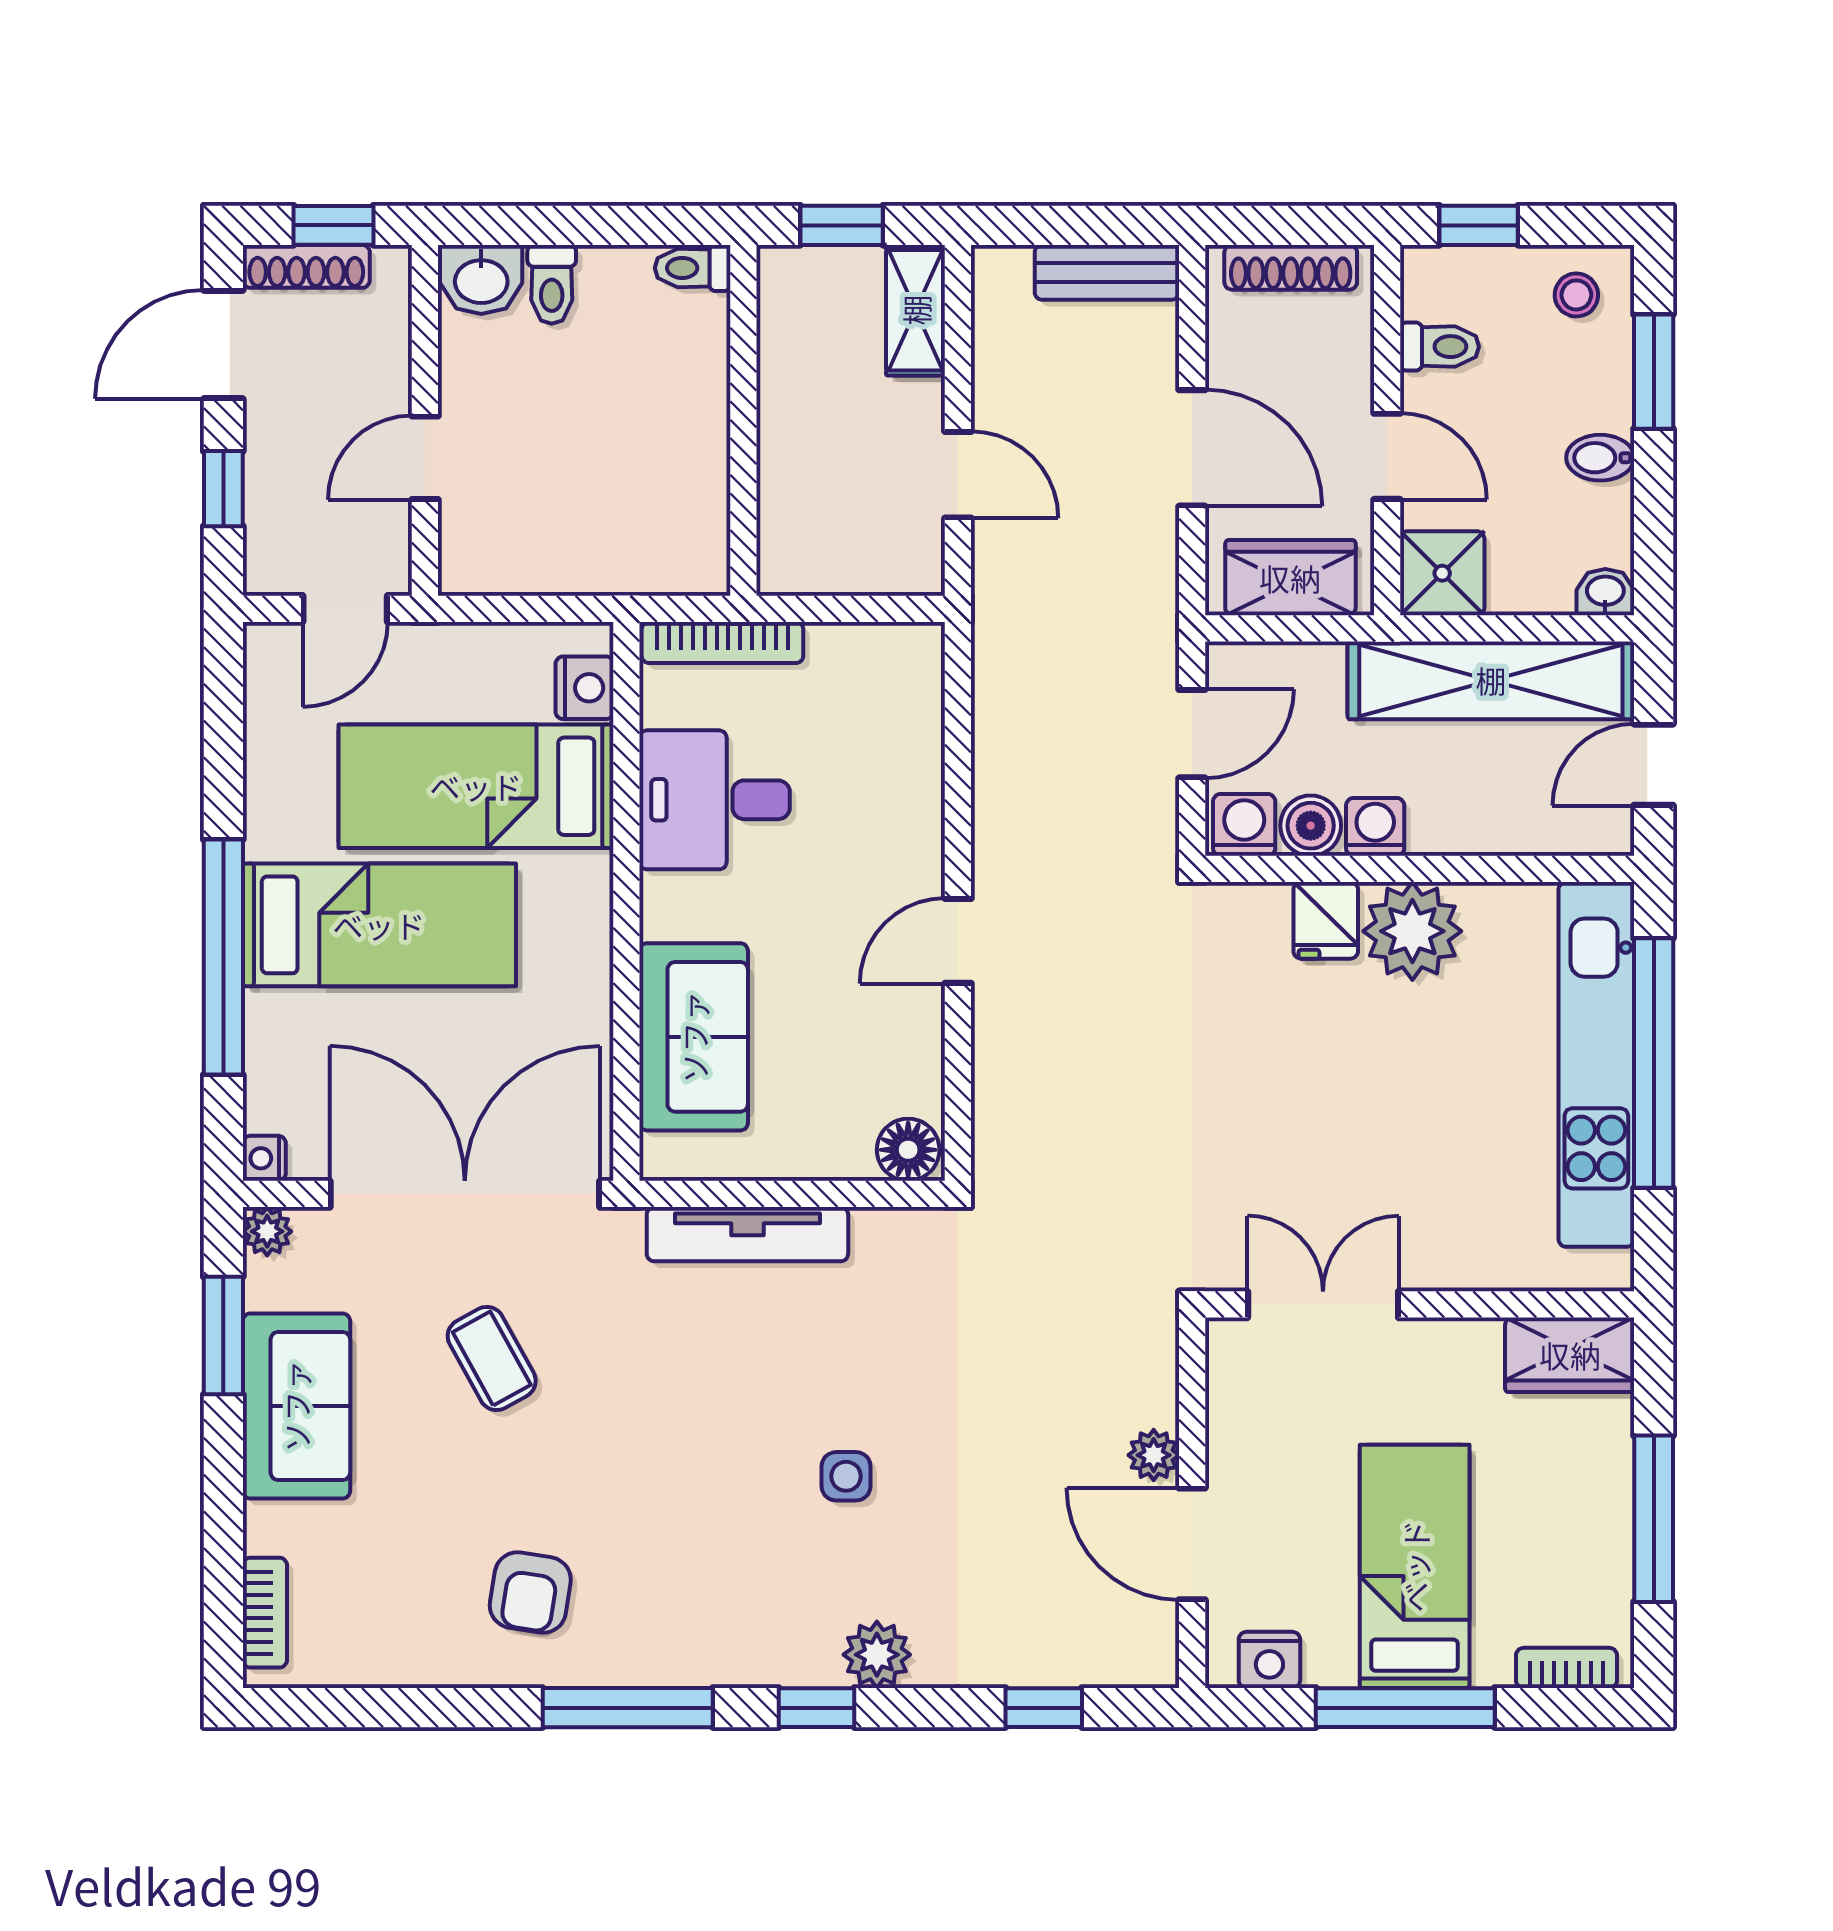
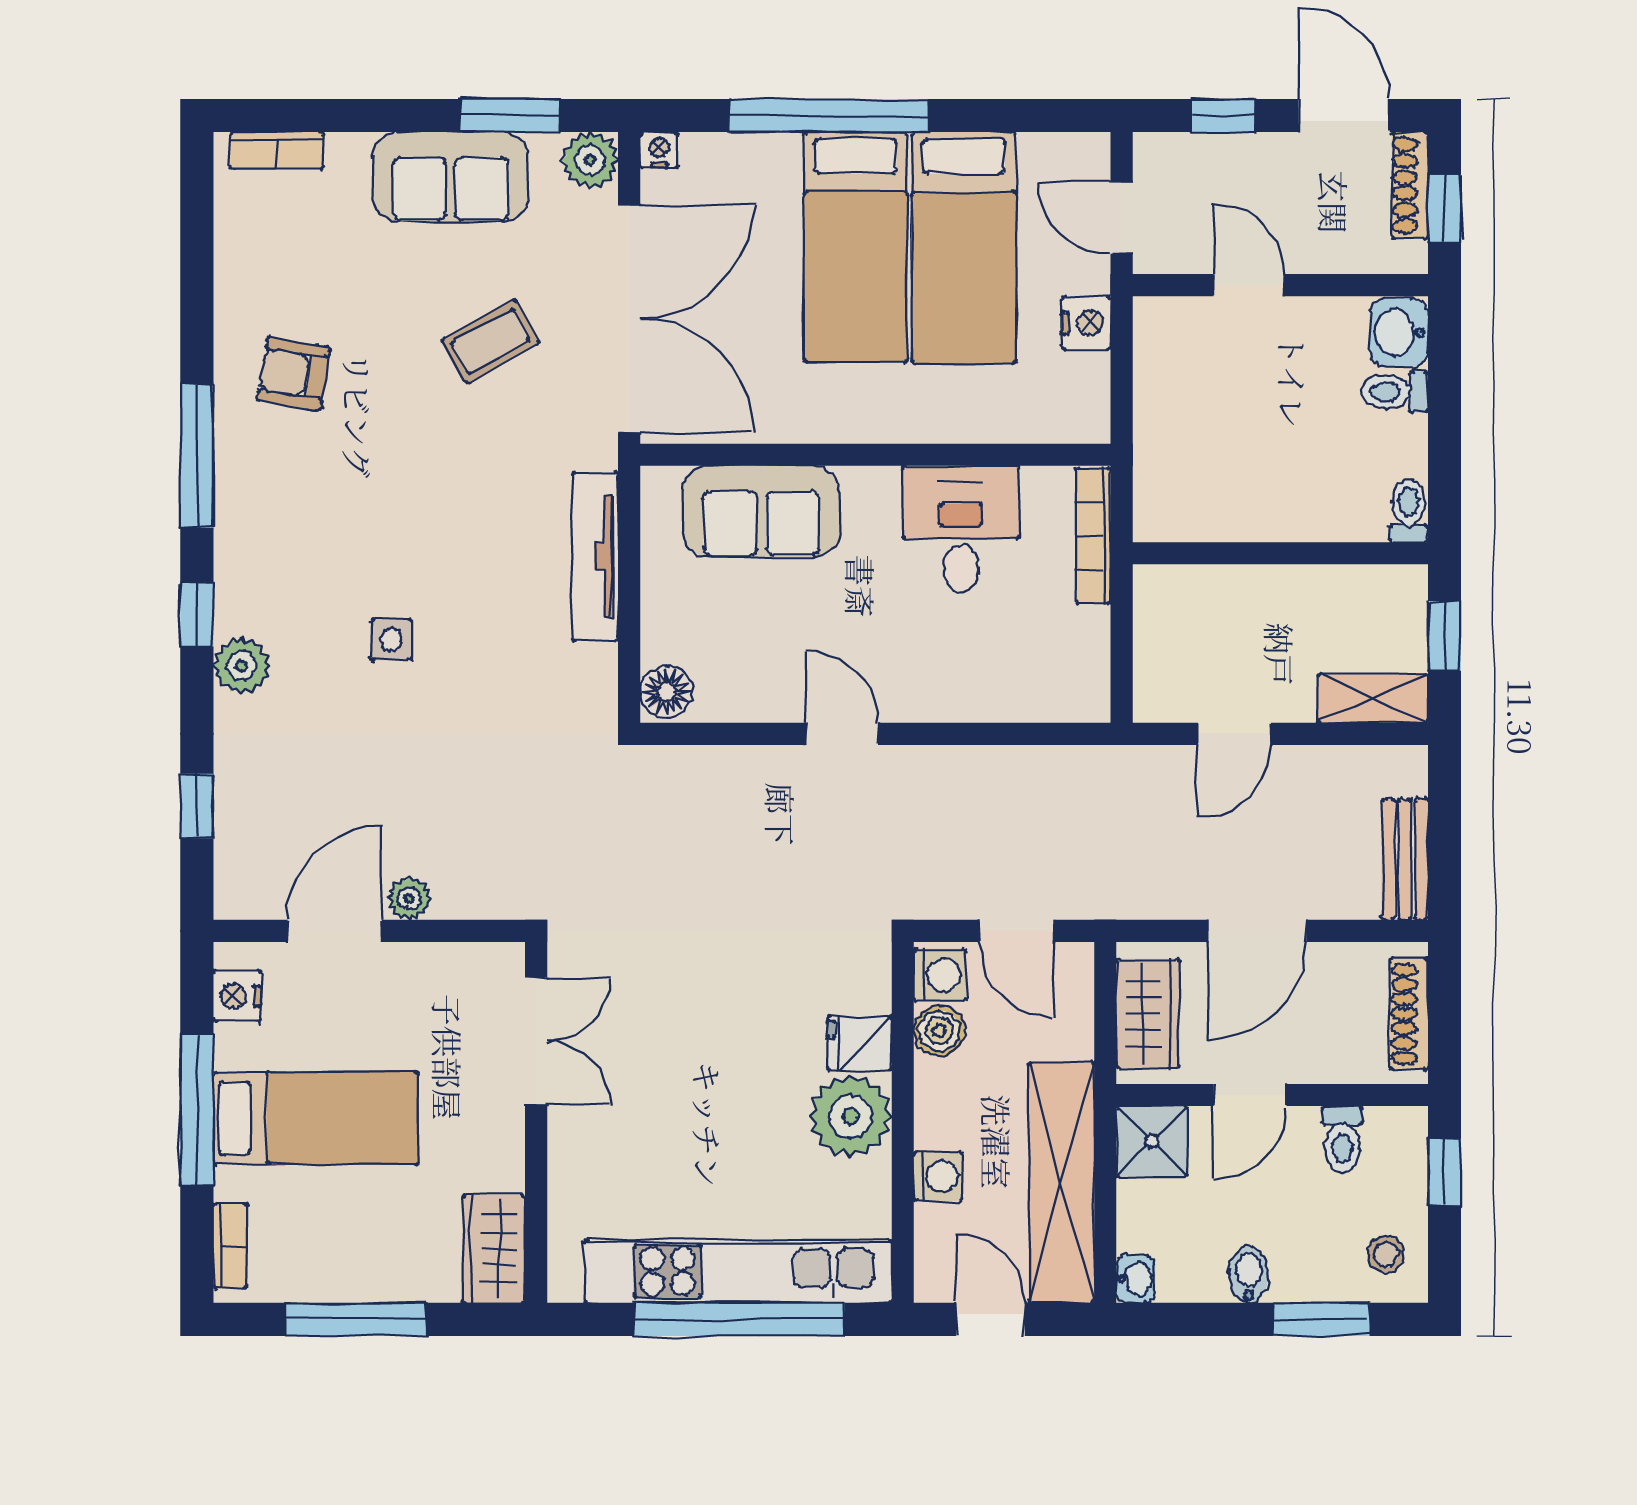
nightstand: (584, 688) -> (1086, 323), moved, turned -90
bed: (476, 786) -> (964, 248), moved, turned 180
washing machine: (1375, 827) -> (938, 1176), moved
plant: (267, 1231) -> (590, 160), width x1.38, depth x1.38

